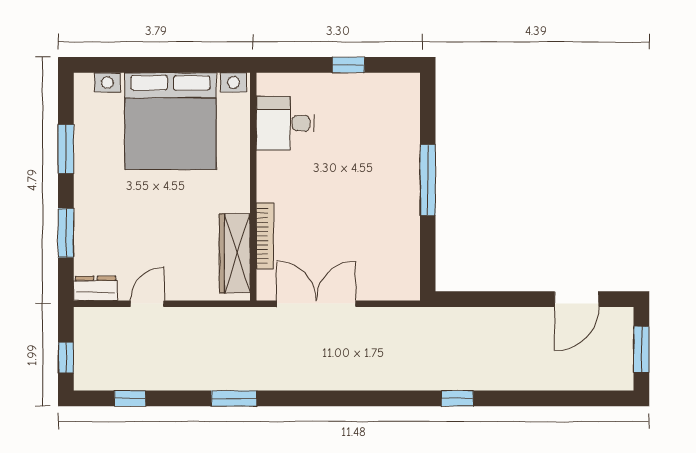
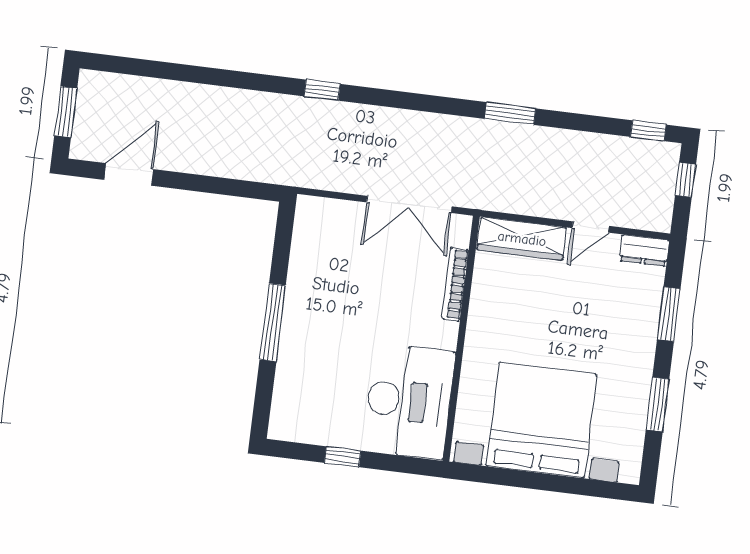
desk: (285, 123) -> (409, 401), width x1.87, depth x1.30
wardrobe: (235, 253) -> (522, 239), moved, turned 90
window: (130, 398) -> (648, 131), moved
window: (457, 398) -> (322, 90), moved

